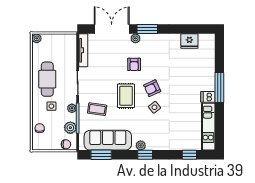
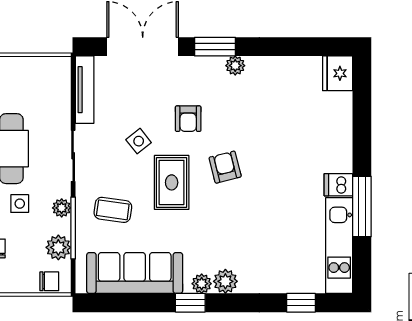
plant: (135, 38) -> (235, 66), moved
fridge: (189, 41) -> (338, 73), moved, turned 90
window: (219, 87) -> (362, 206), moved
armchair: (152, 88) -> (225, 167), turned 101
side table: (154, 107) -> (139, 141), moved
plant: (152, 144) -> (225, 281), added
window: (101, 155) -> (121, 303), removed
window: (145, 155) -> (190, 303), moved

